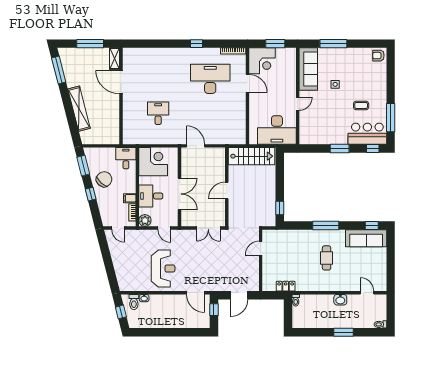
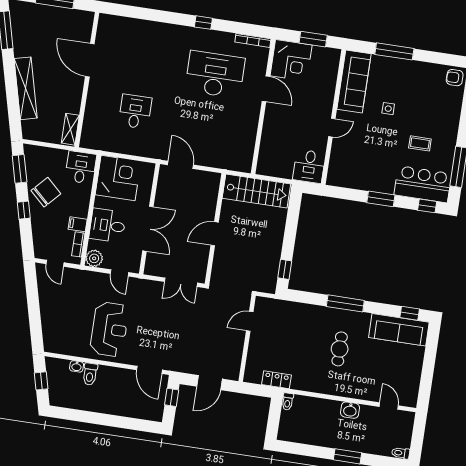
shelving: (115, 59) -> (70, 129), moved
desk: (277, 130) -> (309, 166), width x0.53, depth x0.77
toilet: (134, 302) -> (90, 374), moved

